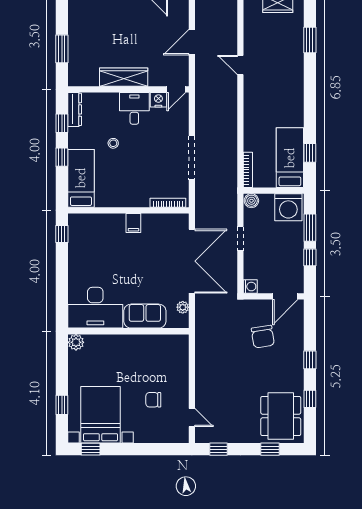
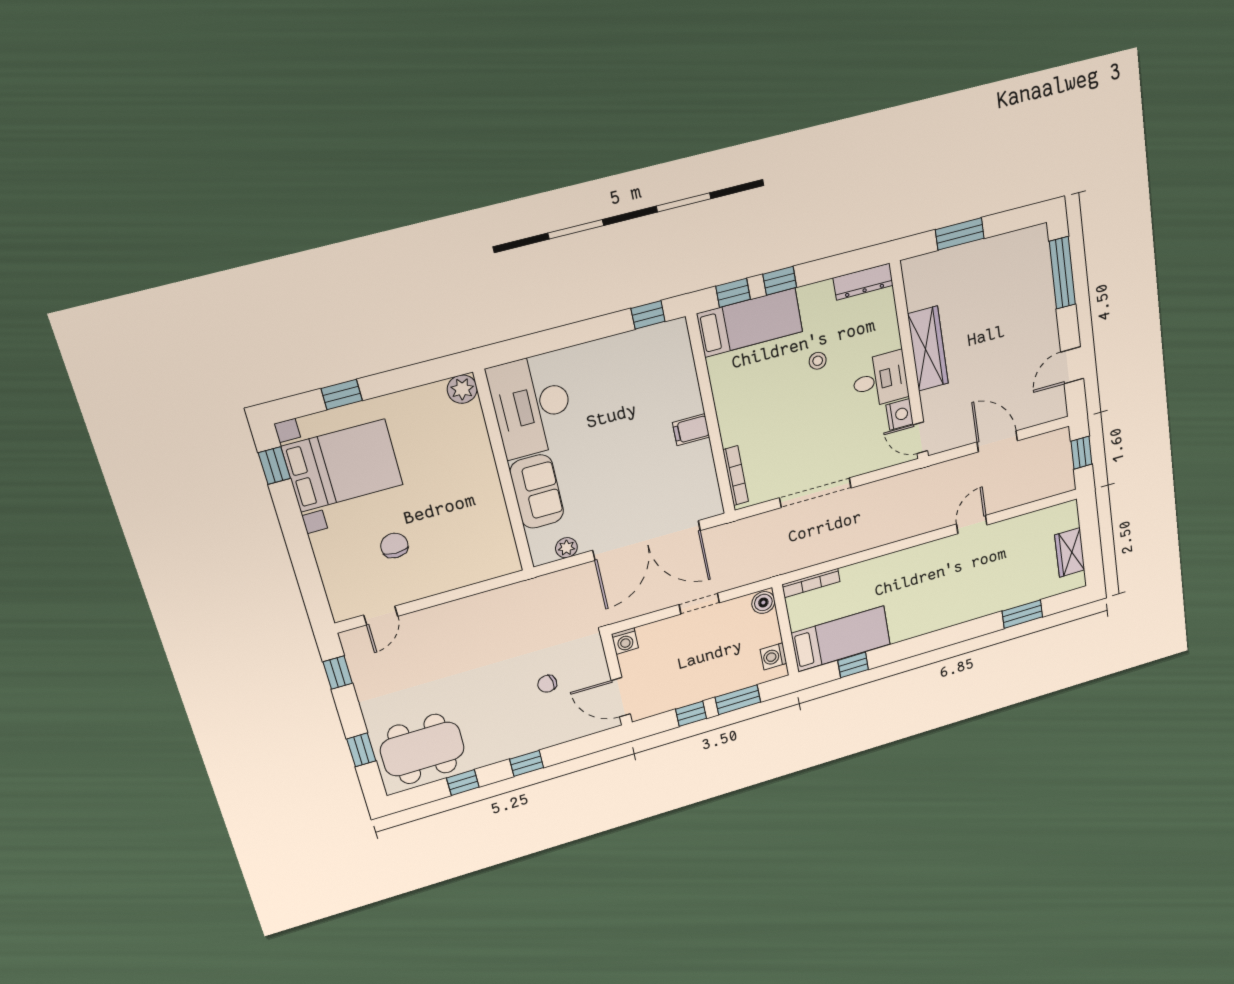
window: (62, 123) -> (733, 293), moved
washing machine: (288, 207) -> (773, 656), width x0.53, depth x0.53
chair: (263, 337) -> (547, 684), width x0.54, depth x0.54

